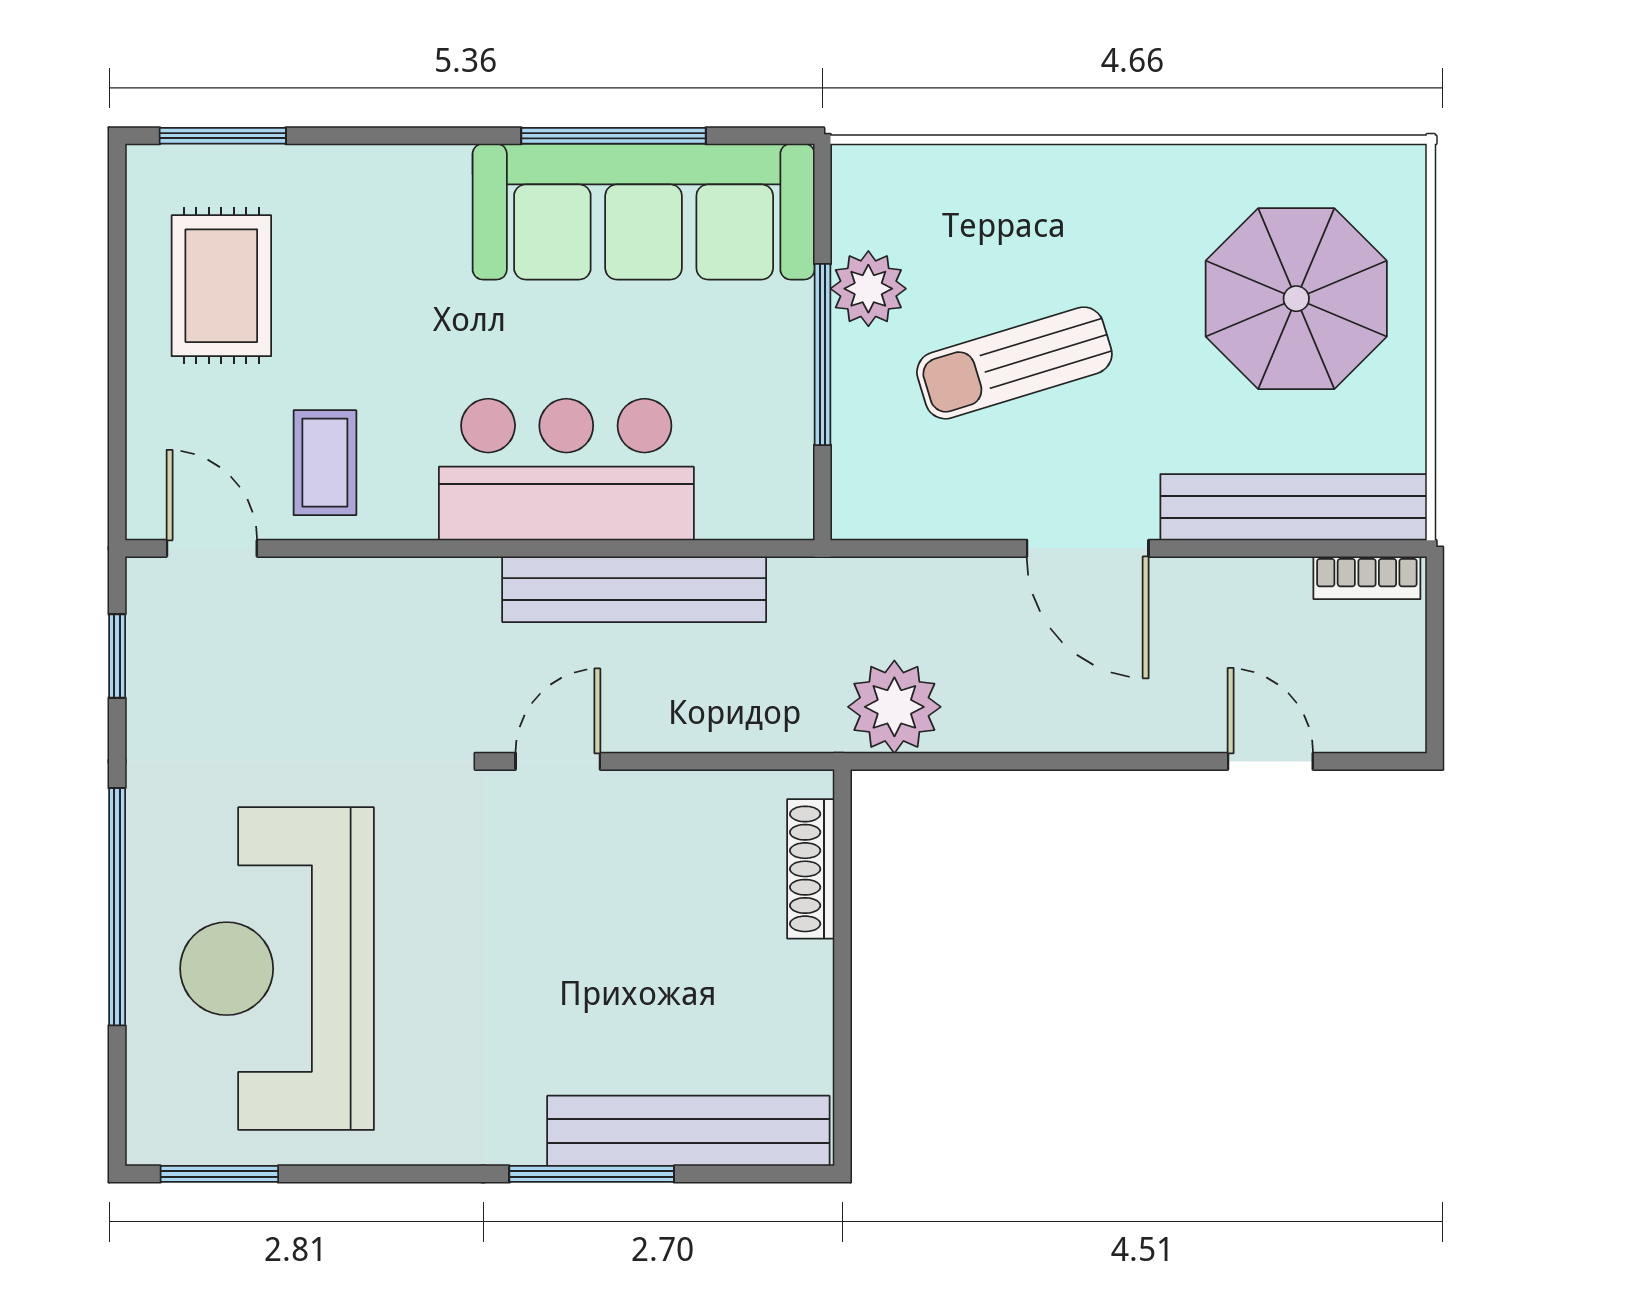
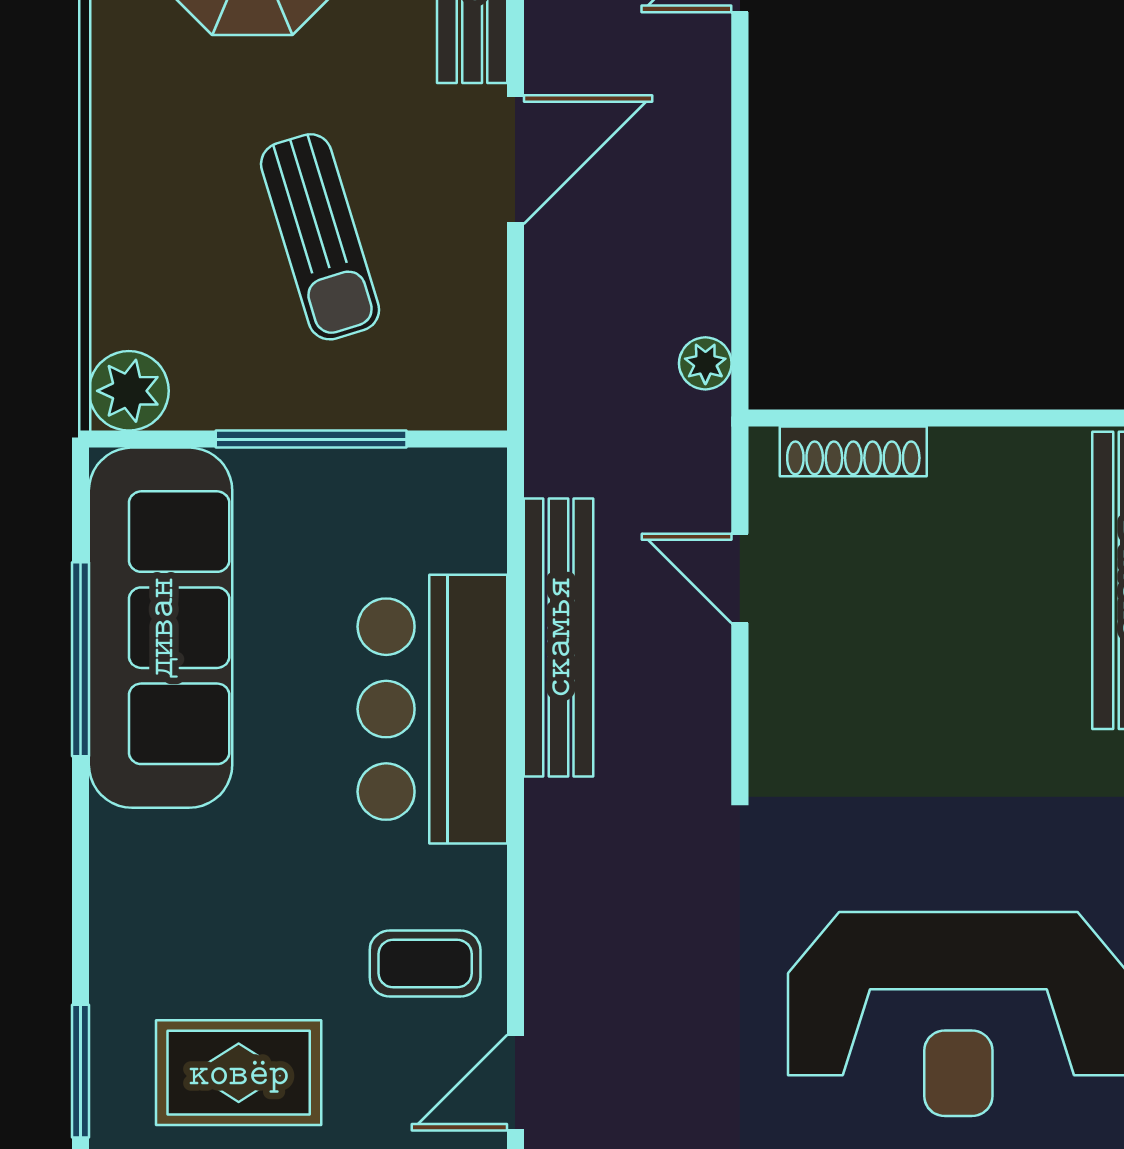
plant: (868, 289) -> (129, 391), moved
plant: (894, 707) -> (705, 363), width x0.53, depth x0.53
door: (558, 761) -> (740, 578), moved

